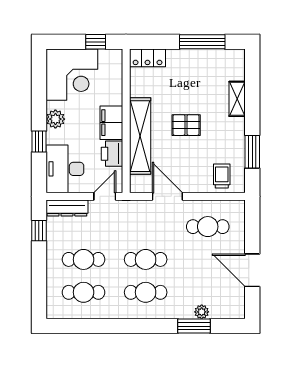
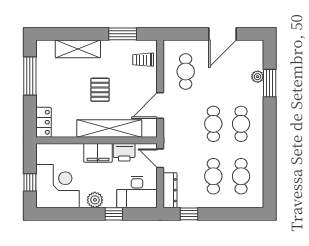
window: (96, 42) -> (30, 182), moved
shelving: (237, 99) -> (78, 49), width x1.50, depth x1.33

